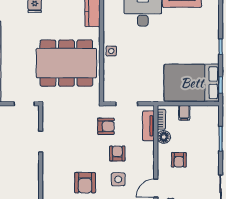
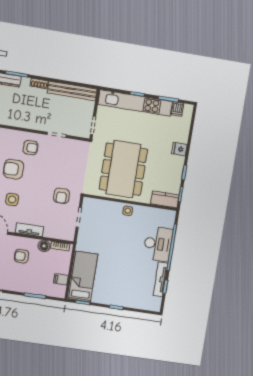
bed: (192, 83) -> (83, 277), width x0.67
filing cabinet: (184, 113) -> (61, 279), moved
tv unit: (148, 126) -> (29, 230), moved
armchair: (117, 153) -> (30, 148), moved

